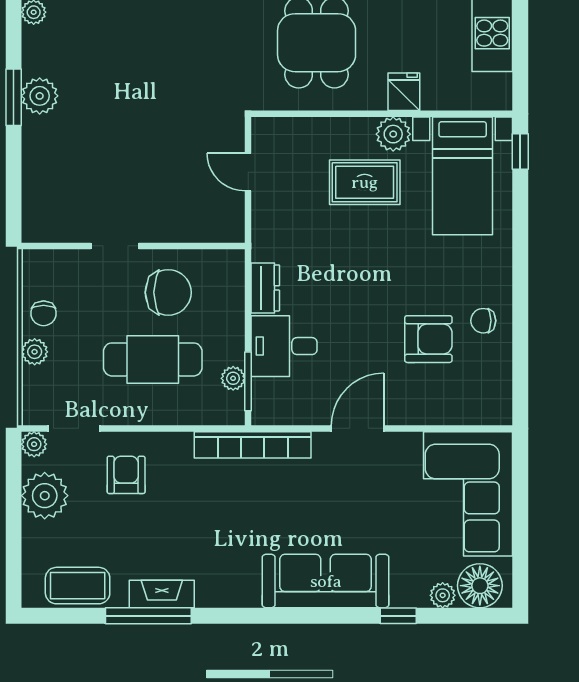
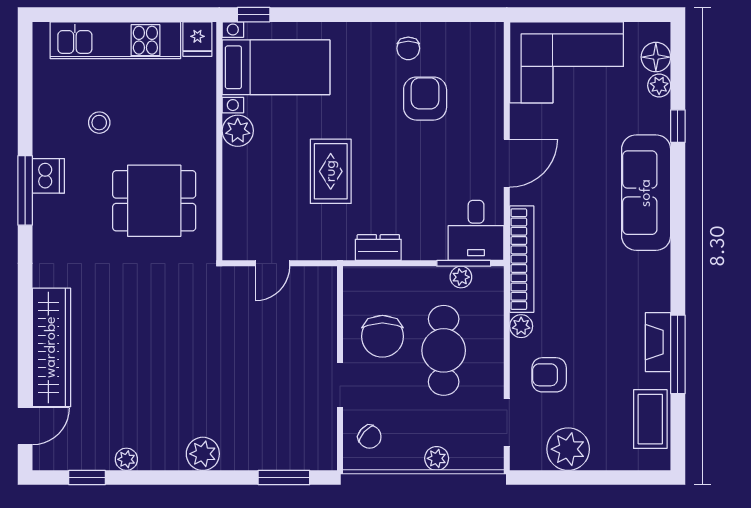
fridge: (404, 92) -> (197, 39), moved, turned -90
window: (14, 97) -> (284, 478), moved
rug: (365, 182) -> (331, 171), moved
chair: (168, 292) -> (382, 336), turned 180
chair: (44, 313) -> (370, 437), moved, turned 41
desk: (284, 346) -> (476, 230), moved
door: (358, 428) -> (507, 163), swing flipped
plant: (34, 444) -> (521, 326), moved
floor lamp: (480, 586) -> (656, 57), width x0.73, depth x0.73

